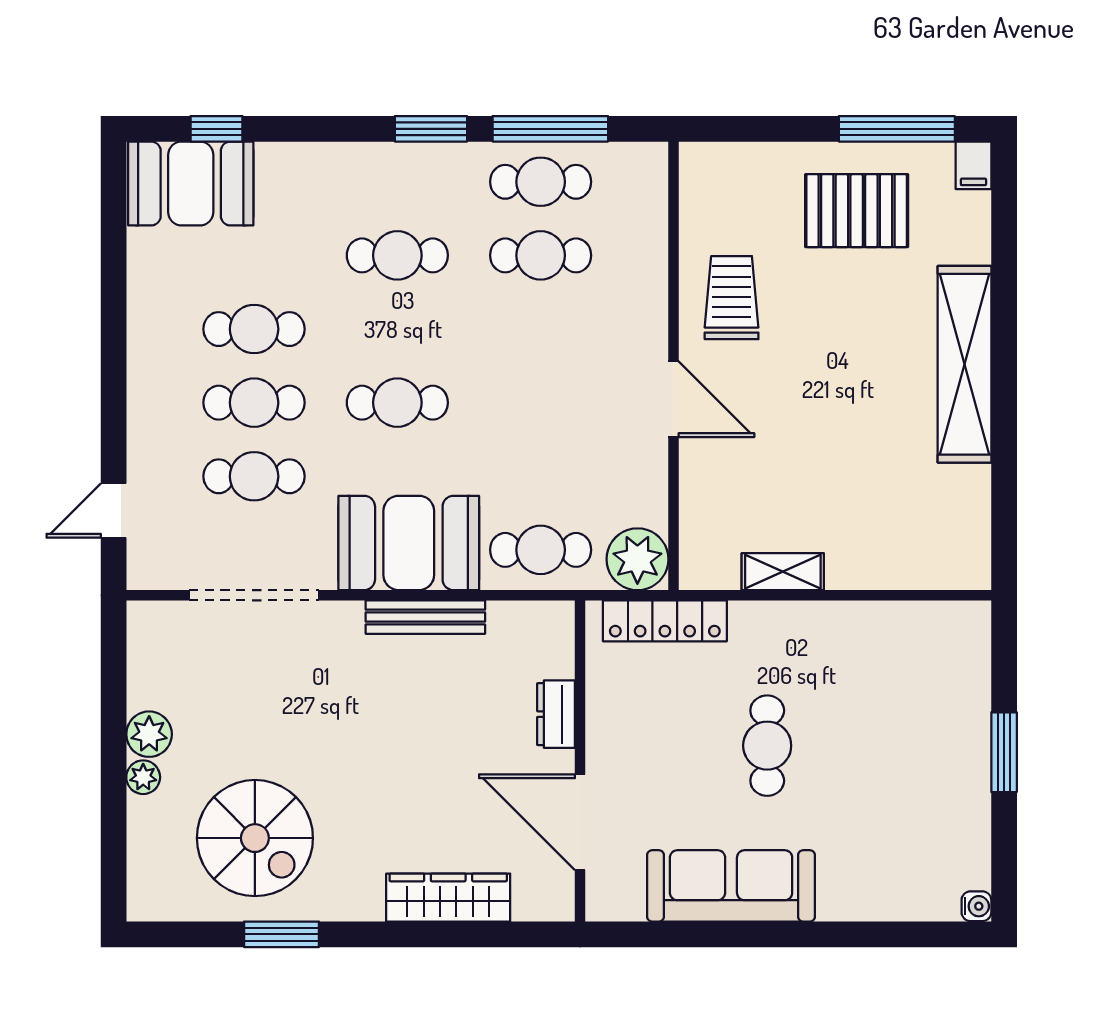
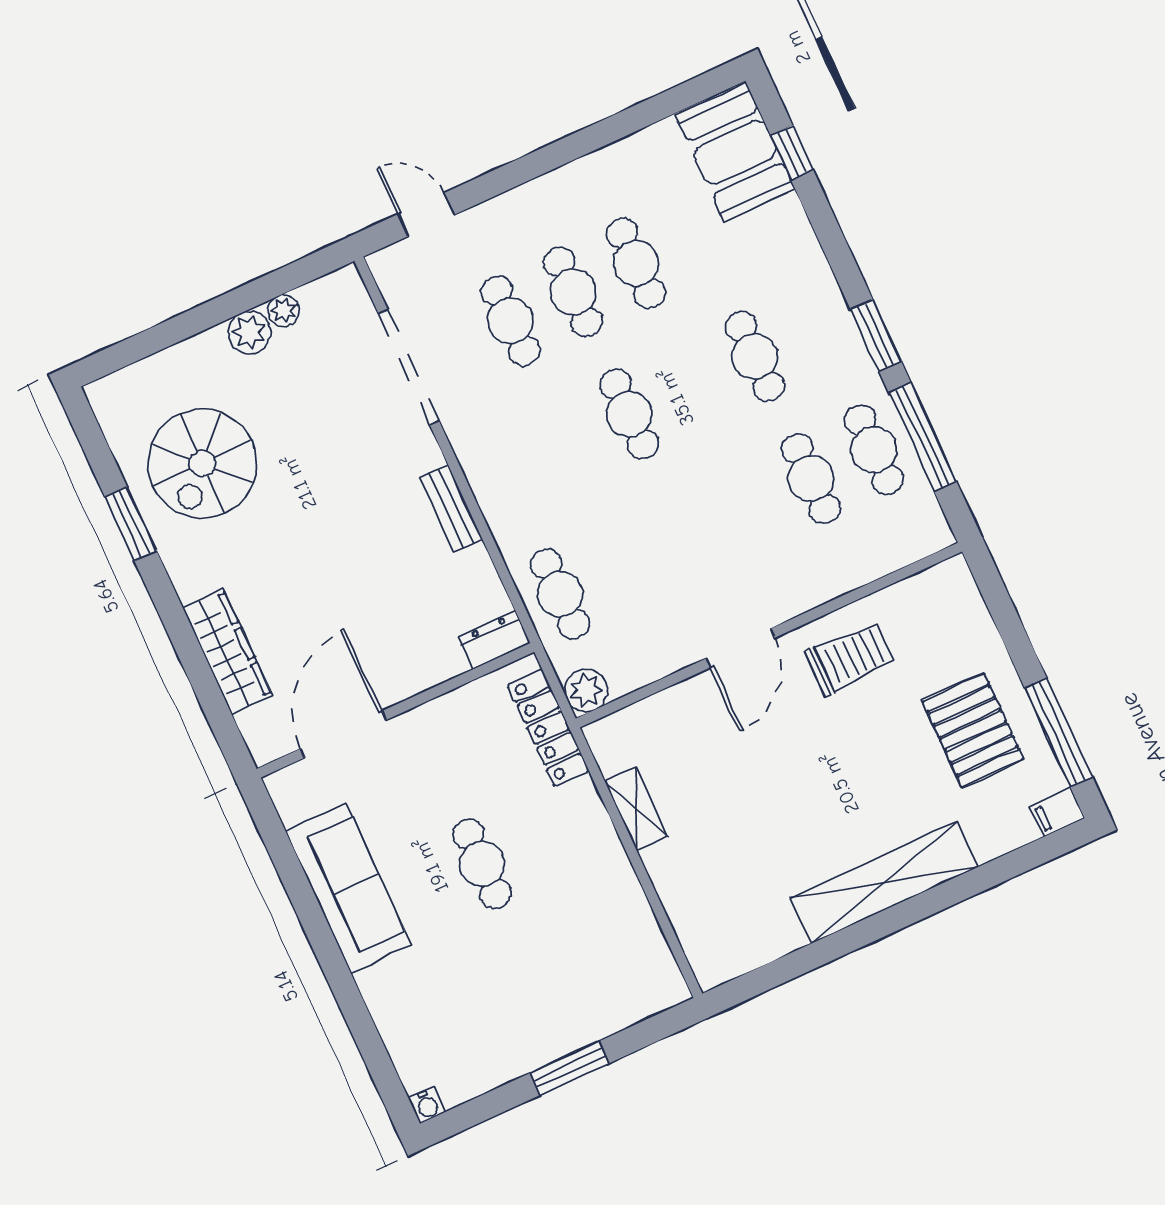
booth: (409, 543) -> (514, 479), removed
plant: (637, 559) -> (586, 690), width x0.73, depth x0.73
bench: (425, 617) -> (451, 509), width x0.73
dresser: (556, 714) -> (494, 640), moved
cafe table: (767, 746) -> (482, 864), turned 90
plant: (143, 777) -> (284, 311), moved

